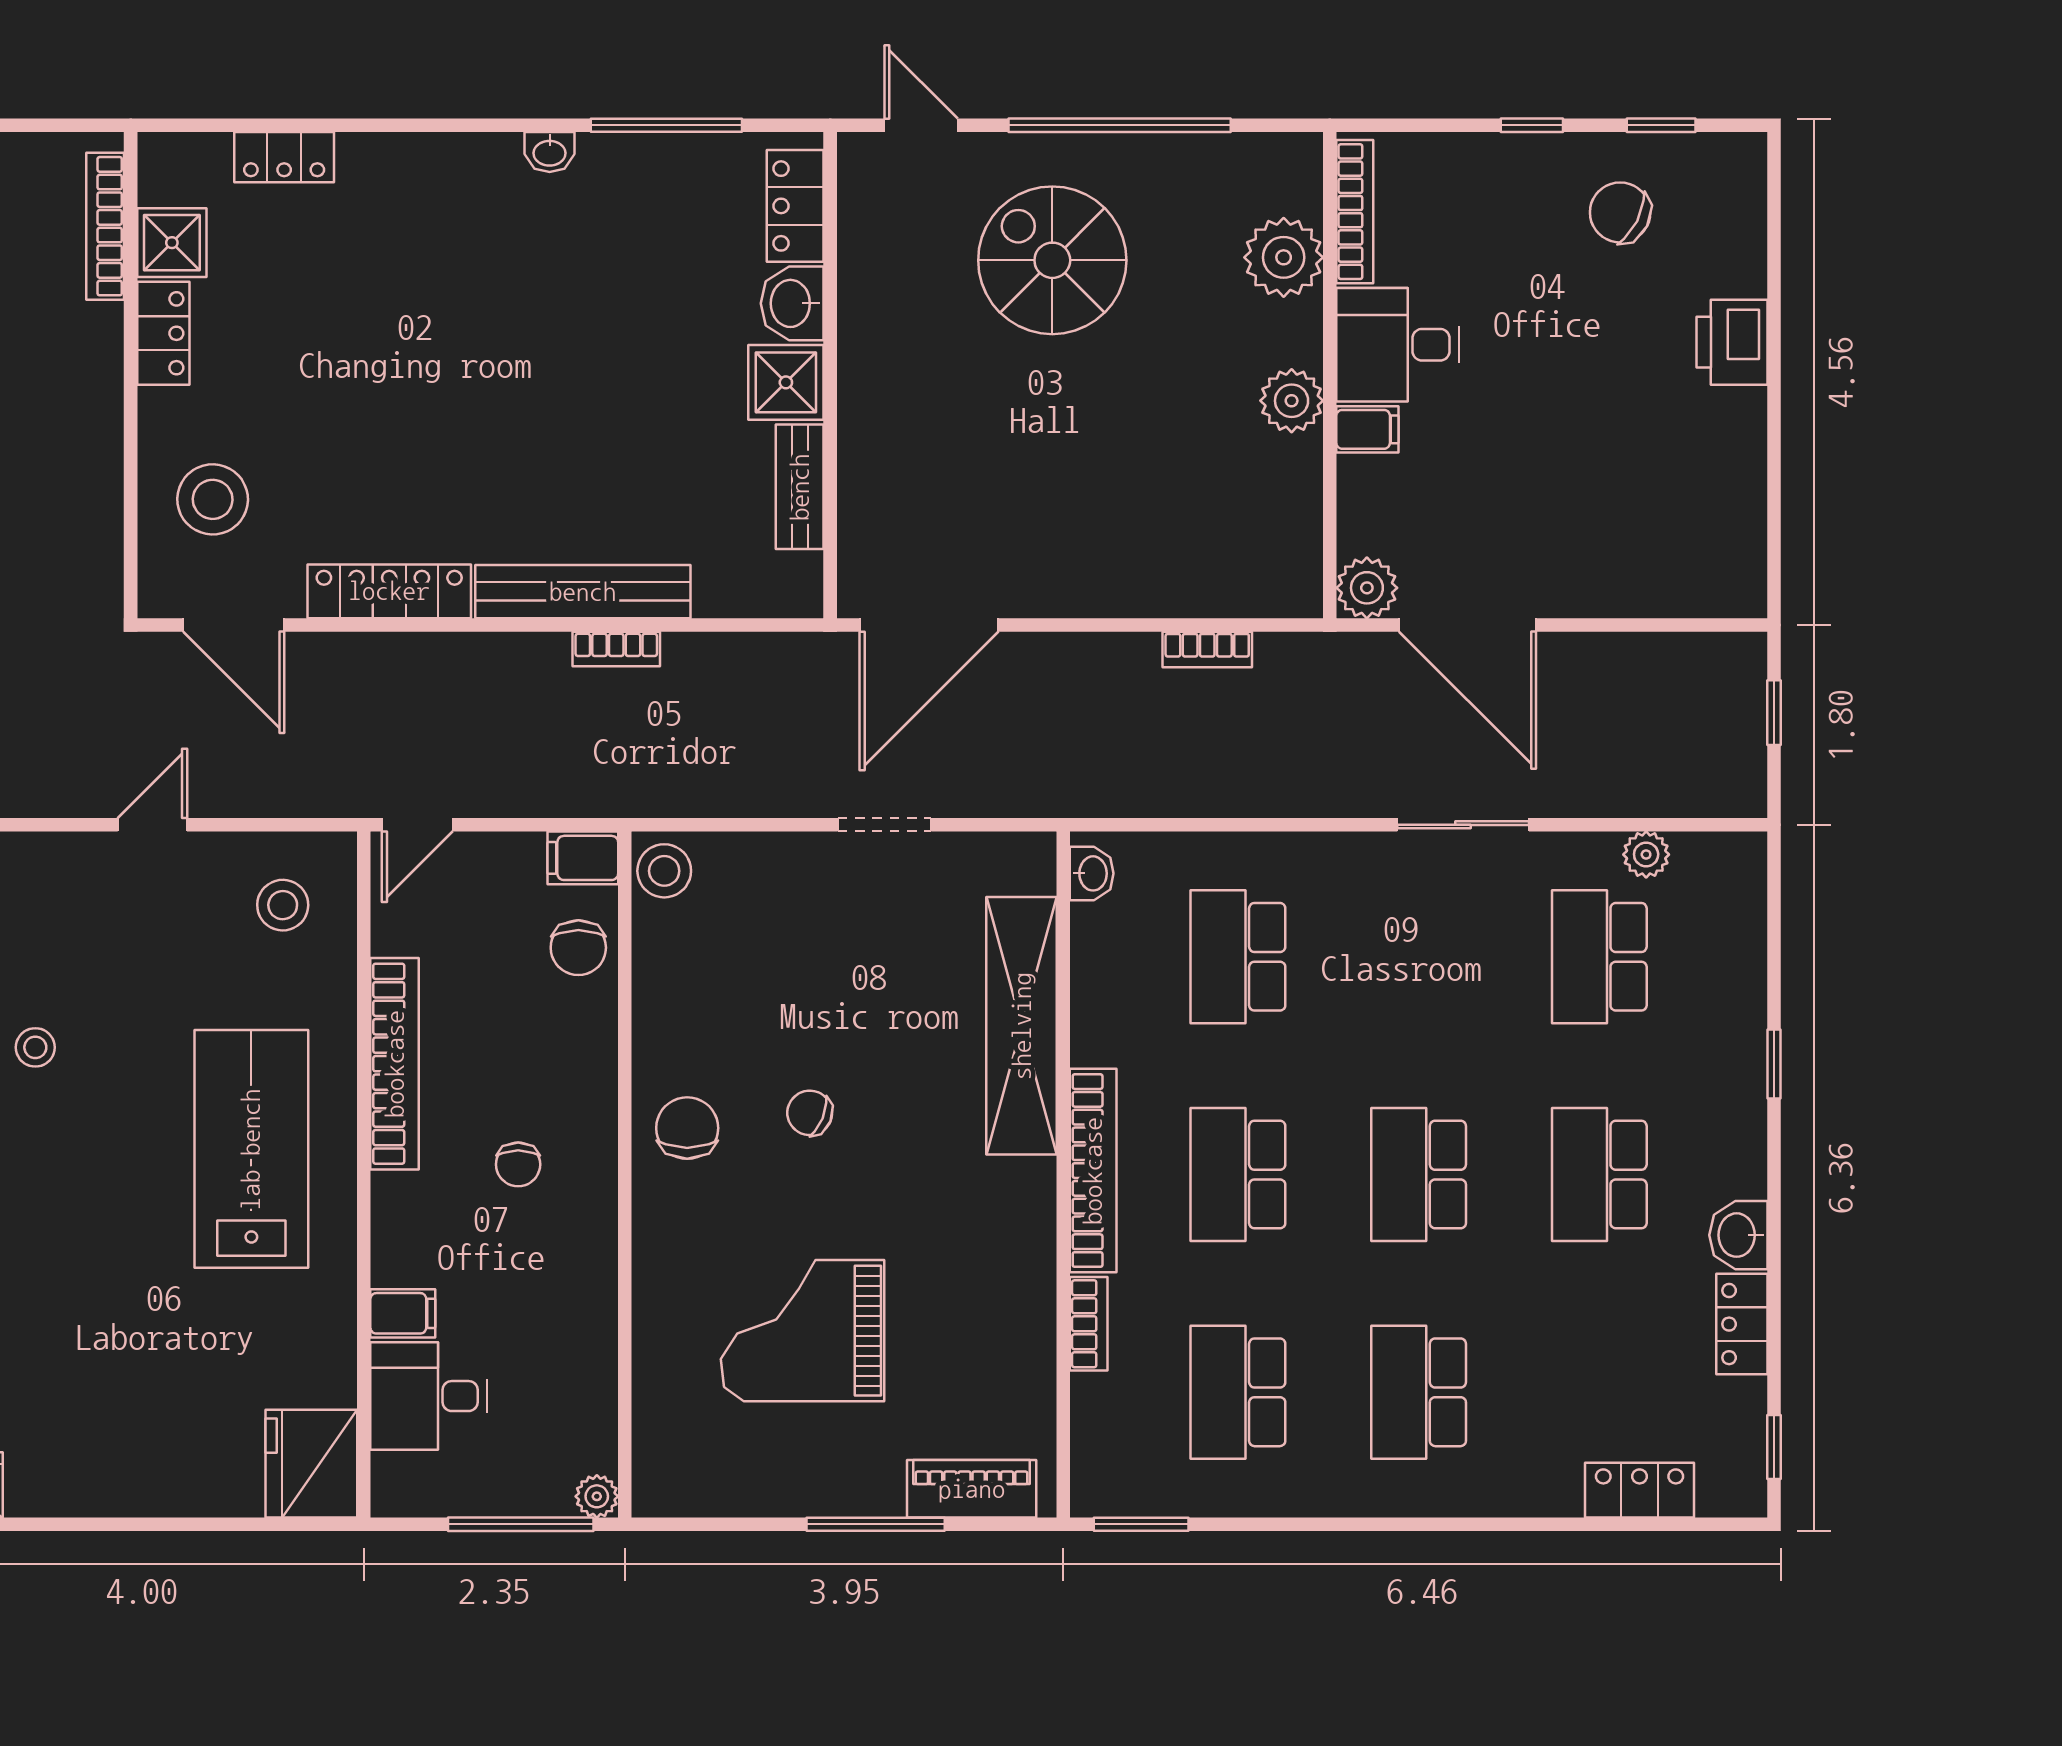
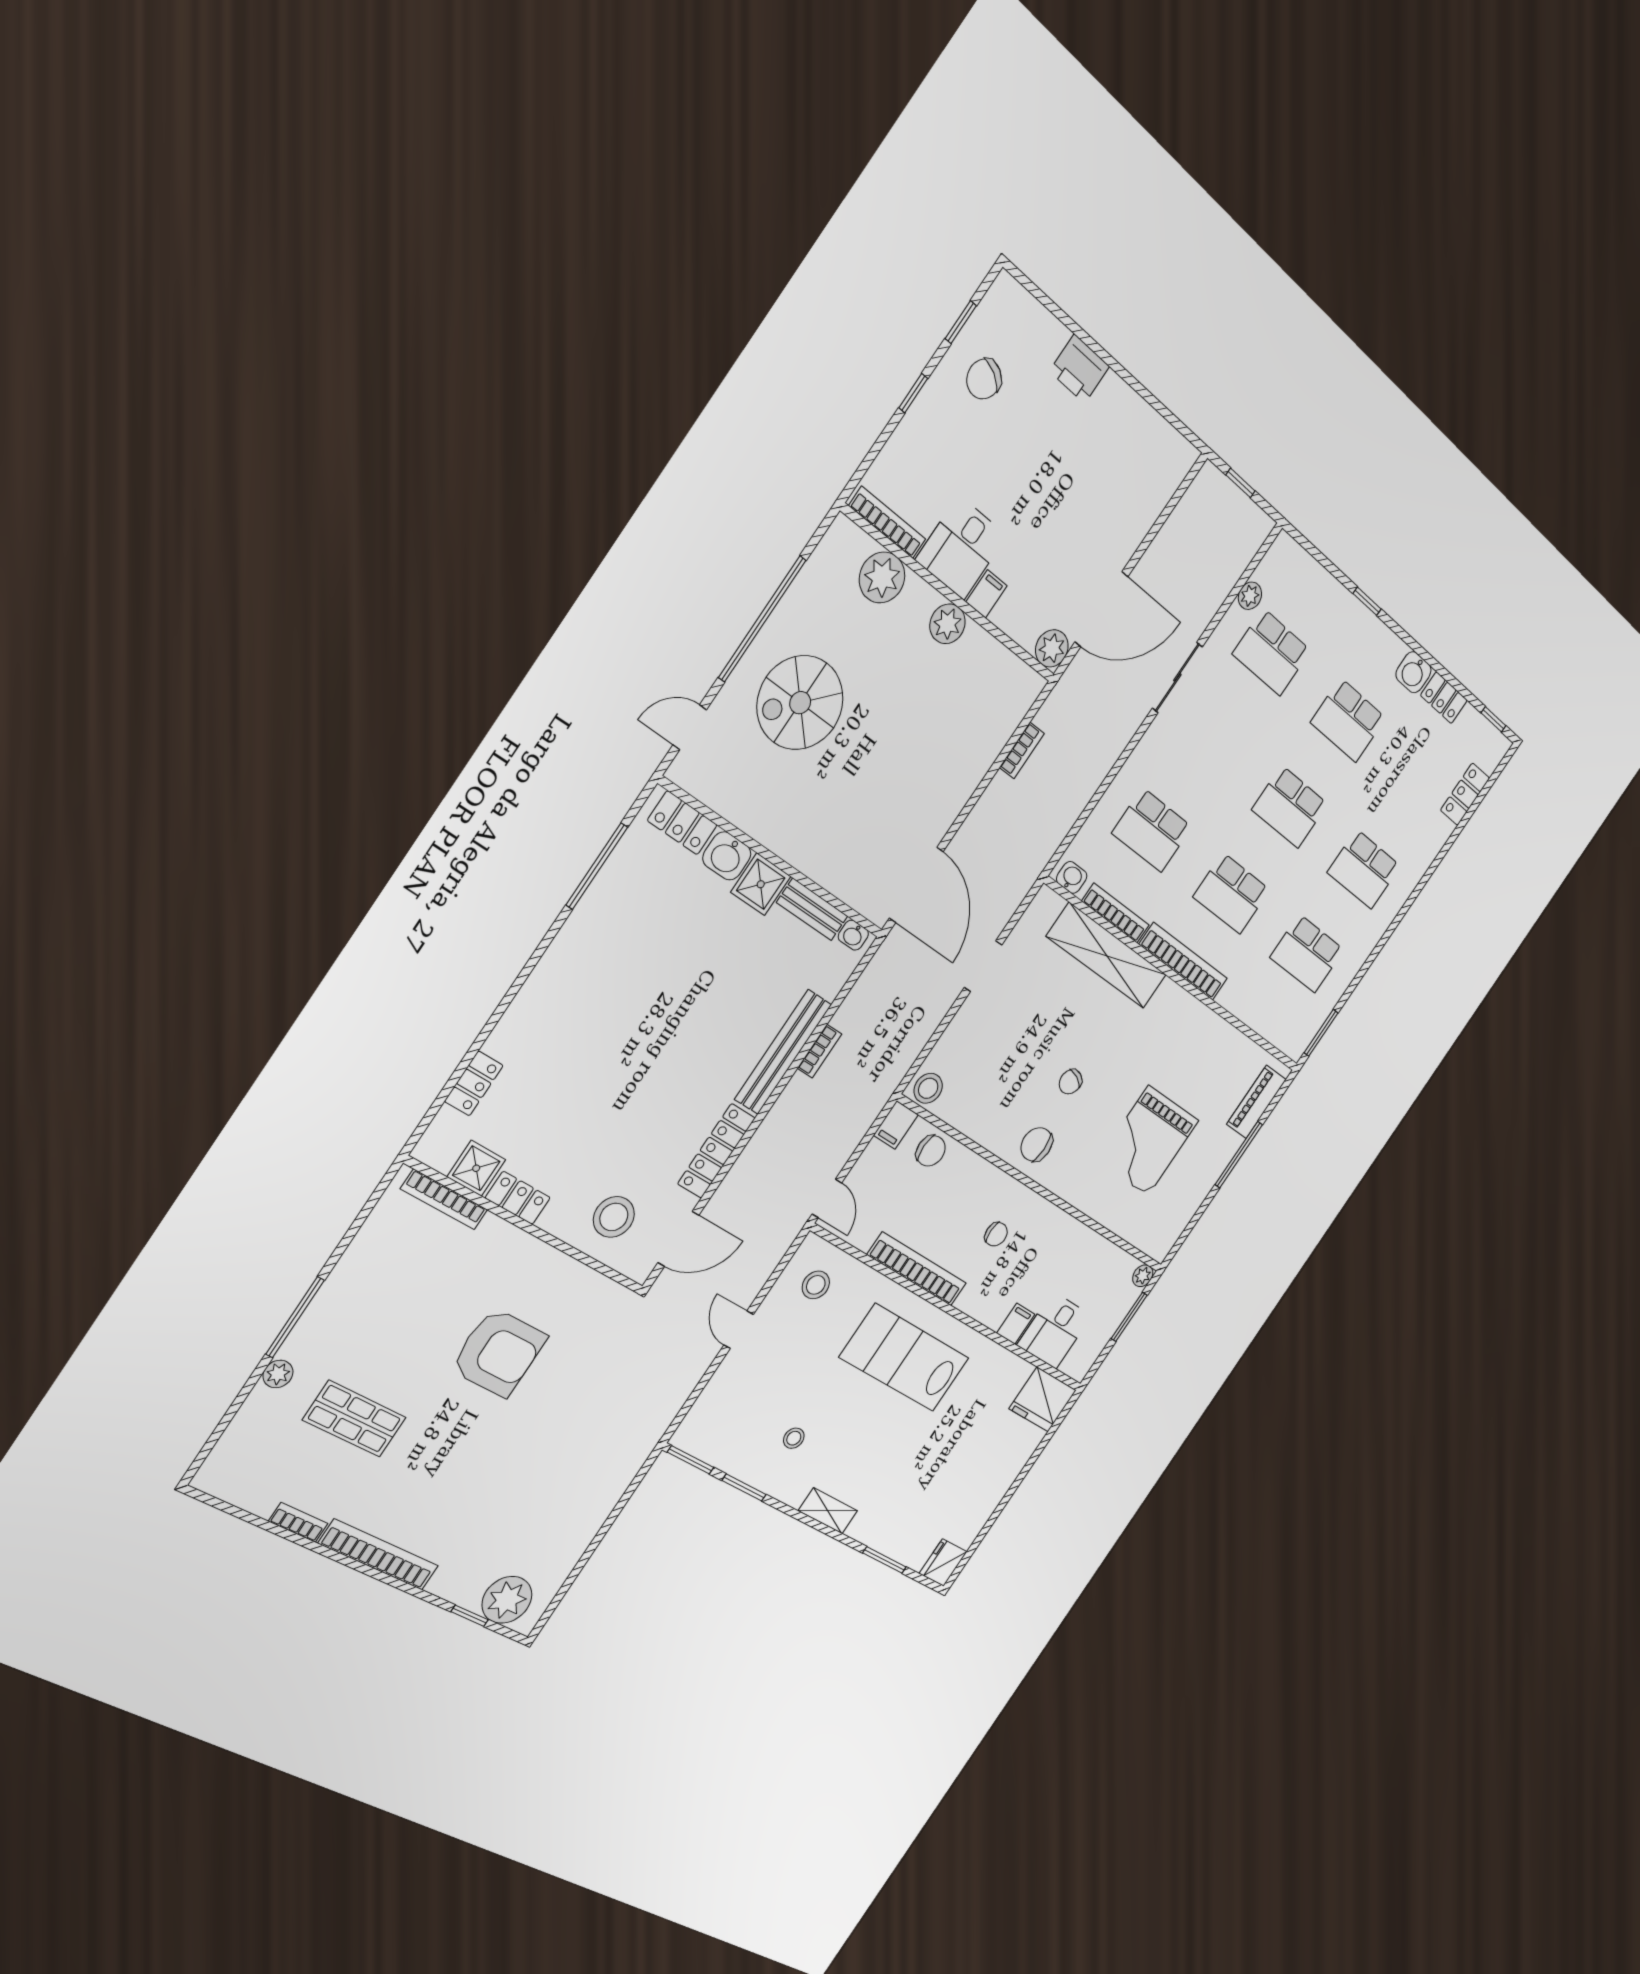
washbasin: (550, 152) -> (853, 935), moved, turned 90
bookcase: (1089, 1324) -> (1116, 913), moved, width x1.56
window: (521, 1524) -> (1129, 1317), width x0.69

